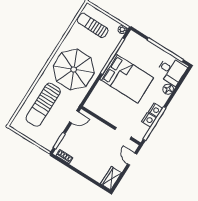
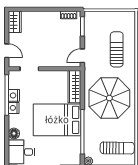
wardrobe: (96, 96) -> (74, 87), added
sun lounger: (43, 105) -> (117, 49), width x0.73, depth x0.75

